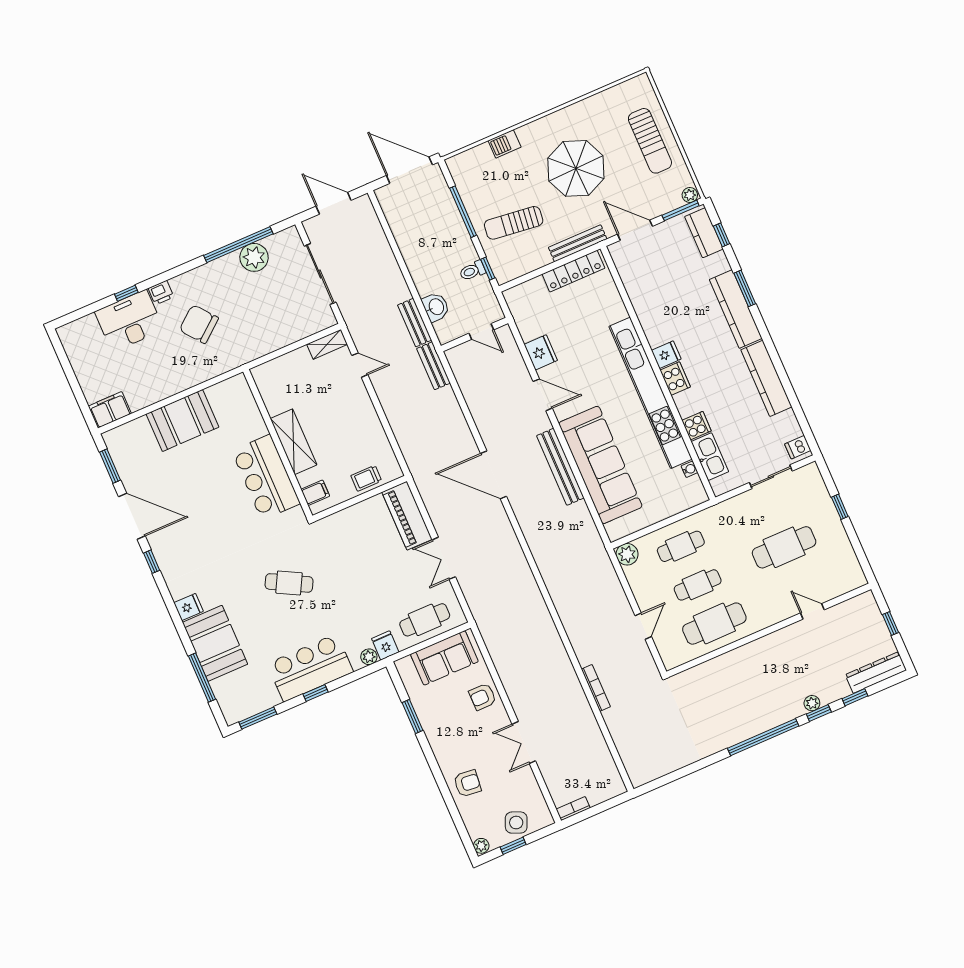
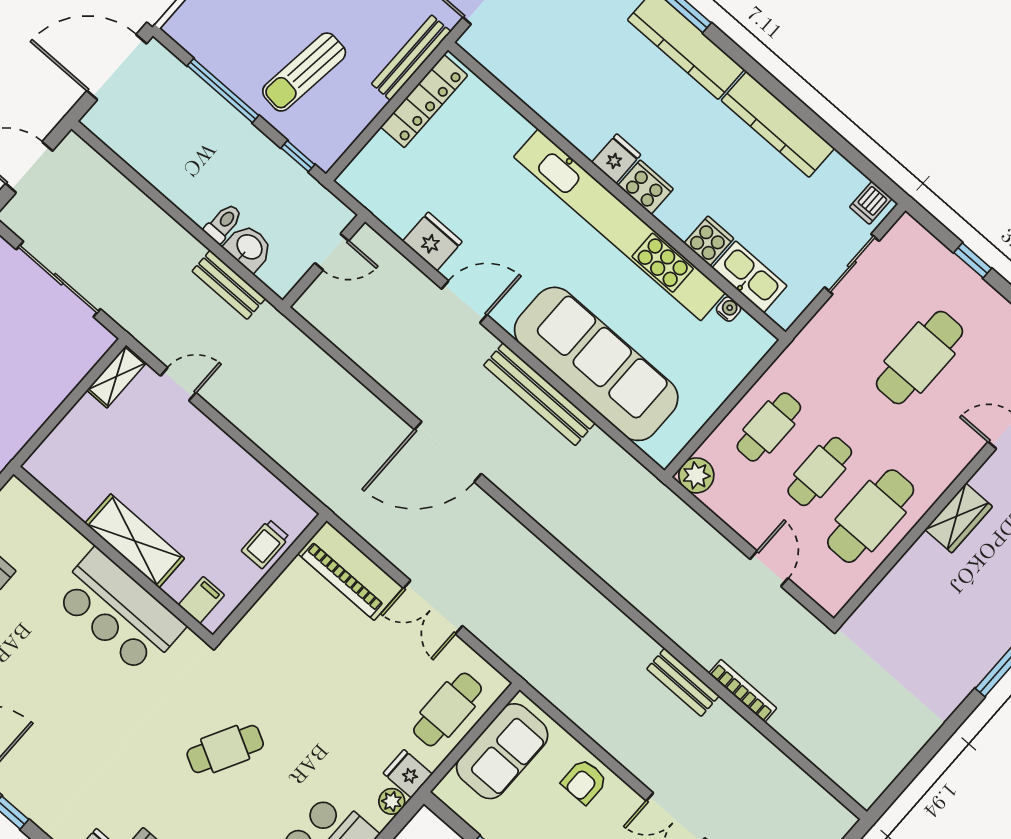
toilet: (472, 271) -> (223, 223), moved, turned 180
bench: (433, 366) -> (683, 682), moved
wardrobe: (763, 648) -> (959, 518), added

